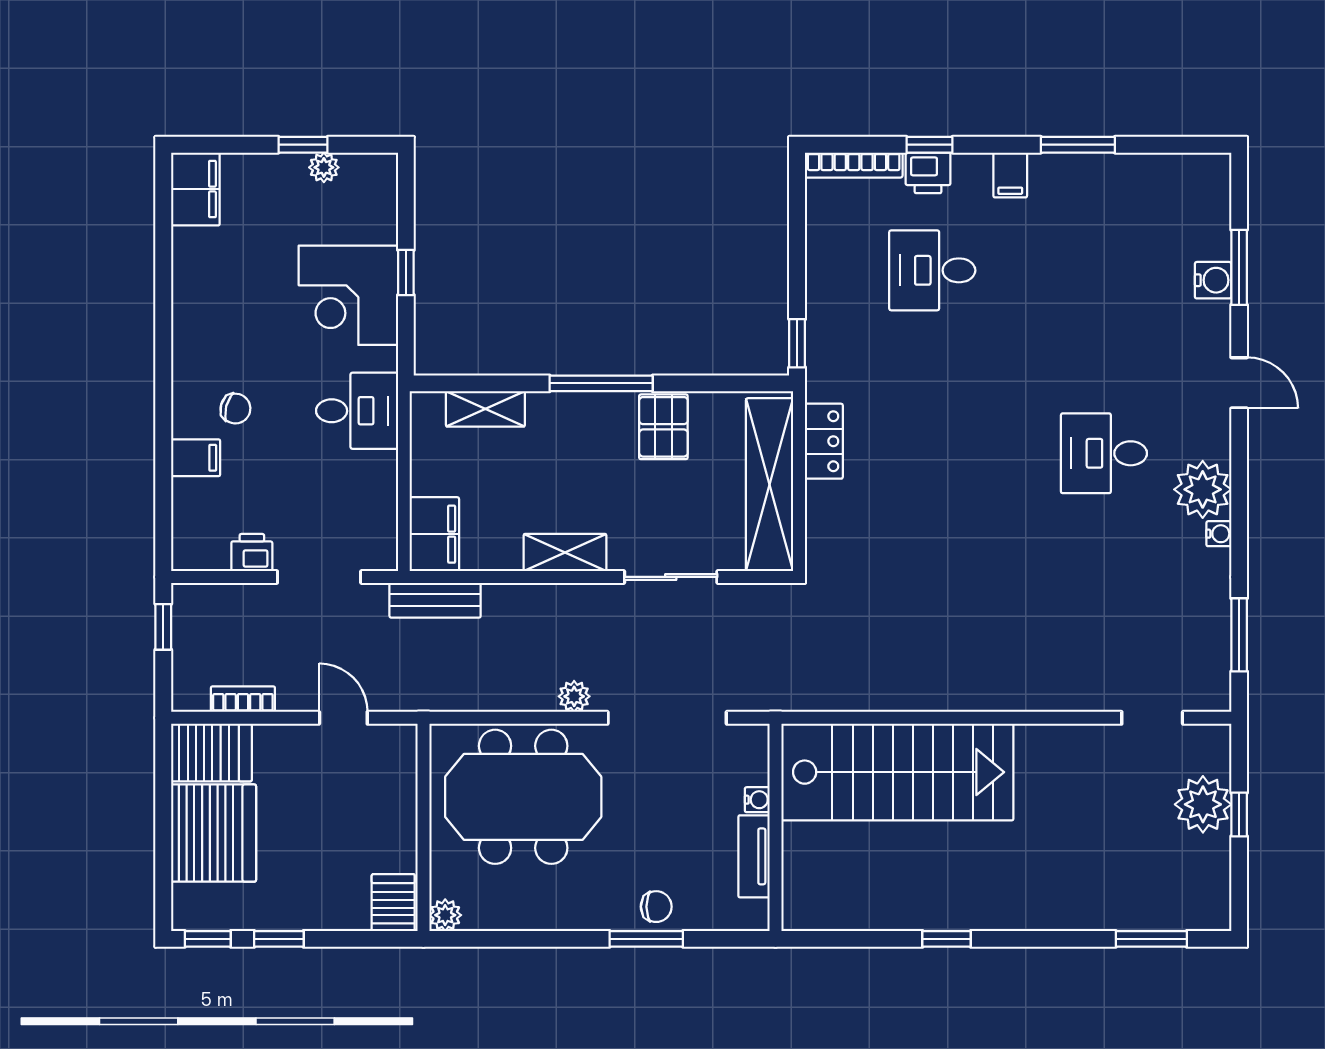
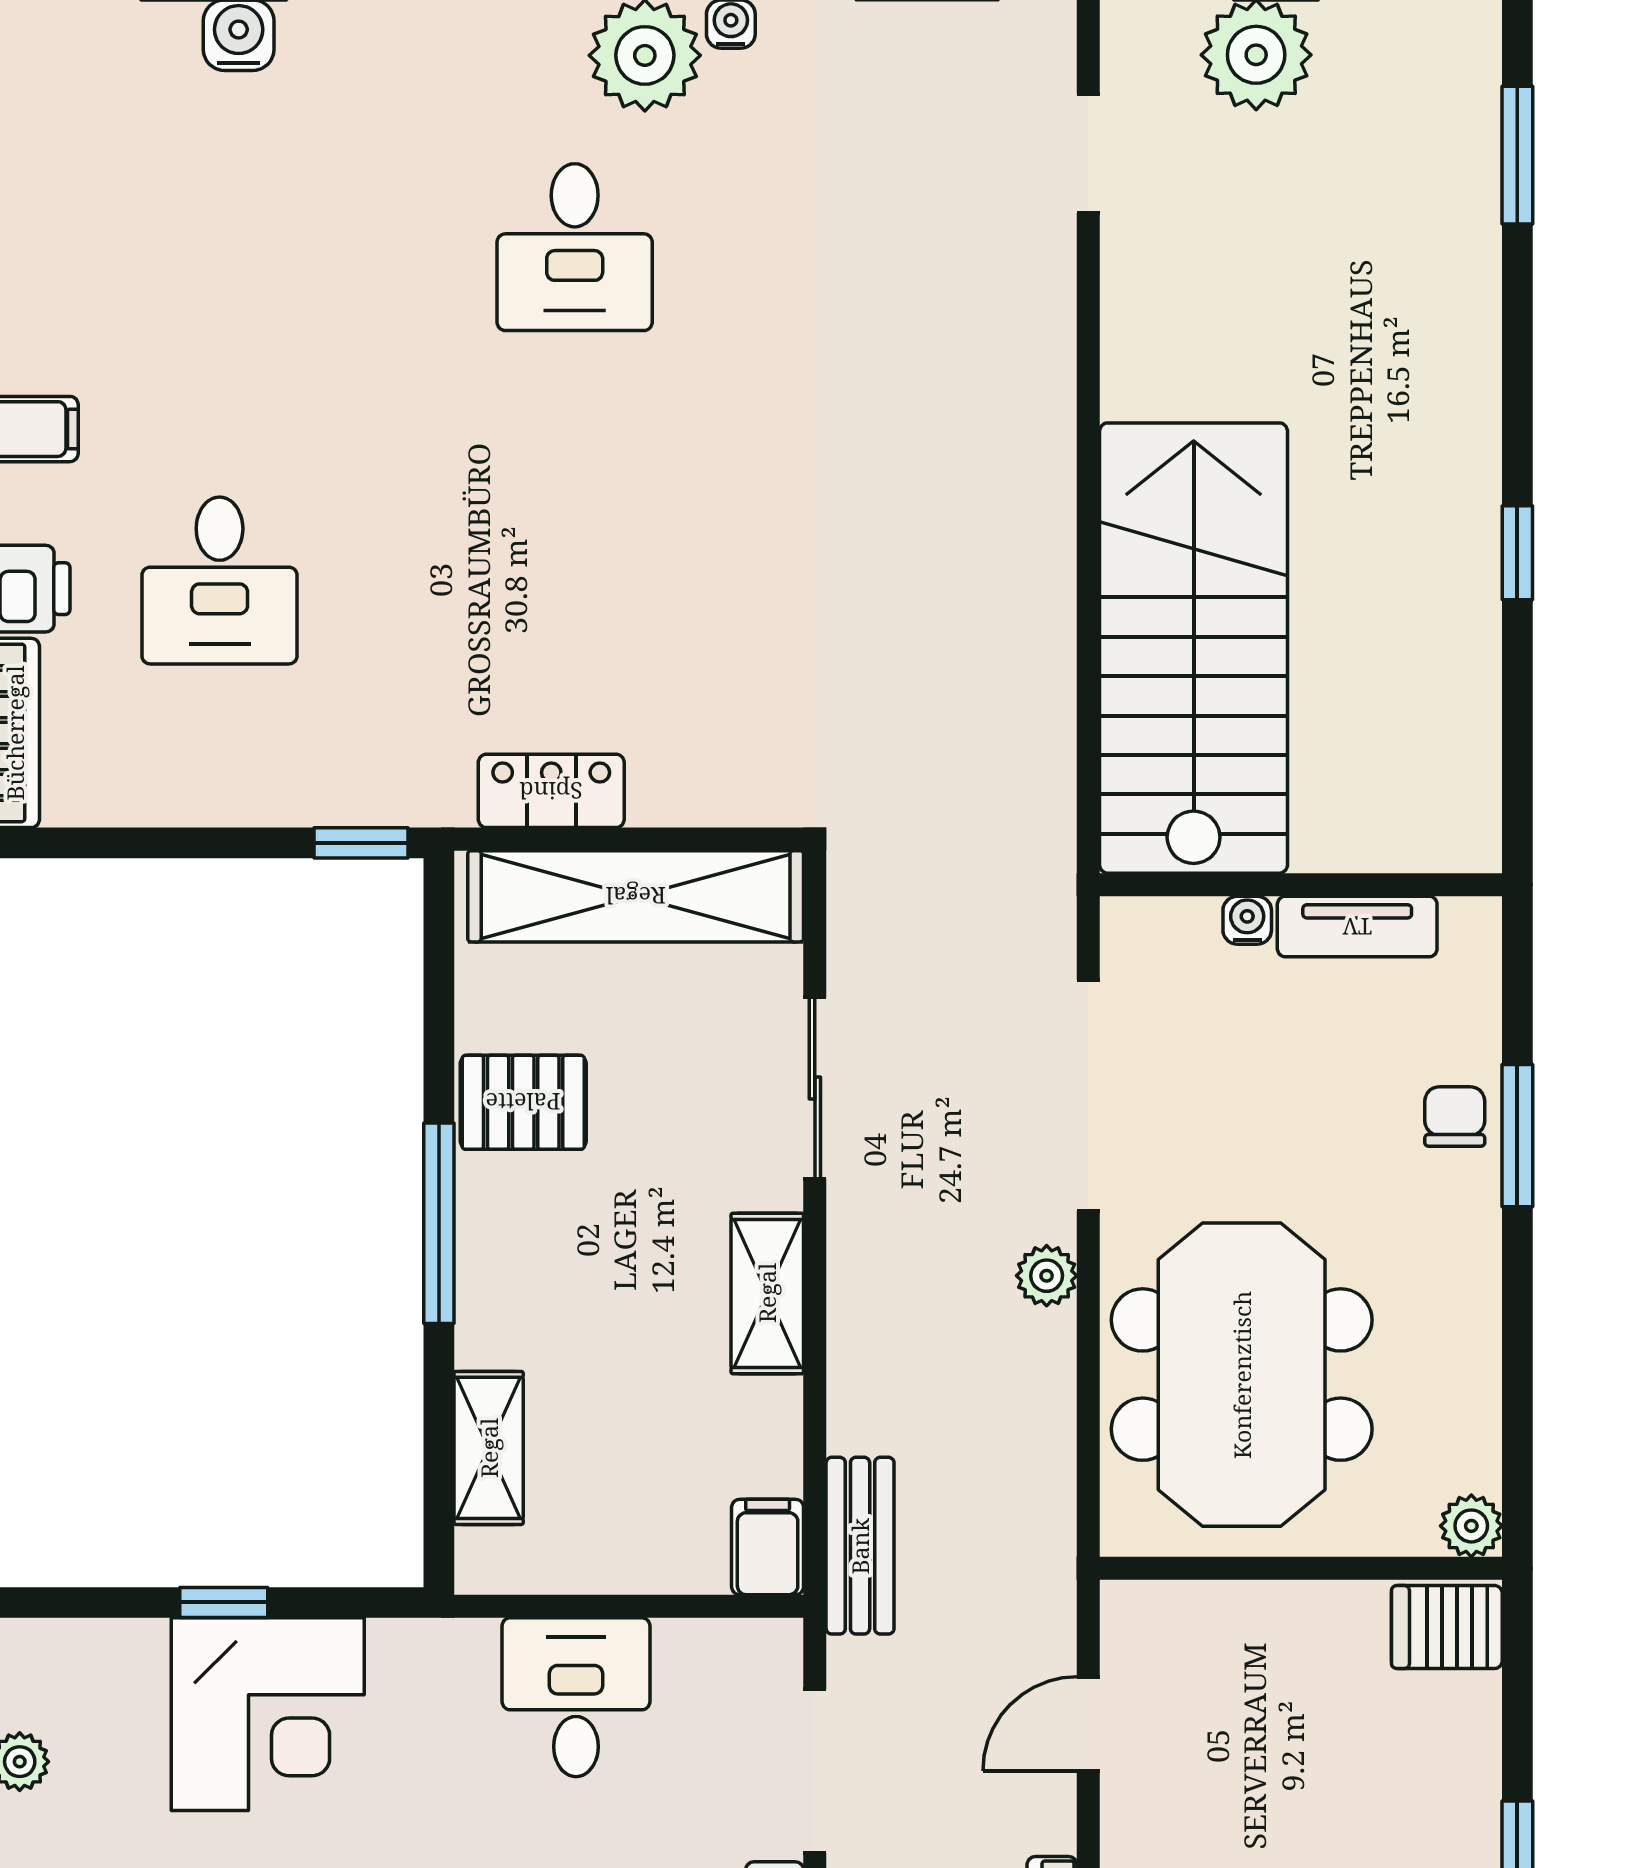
desk: (357, 411) -> (576, 1697), moved
filing cabinet: (434, 534) -> (768, 1547), width x0.50

